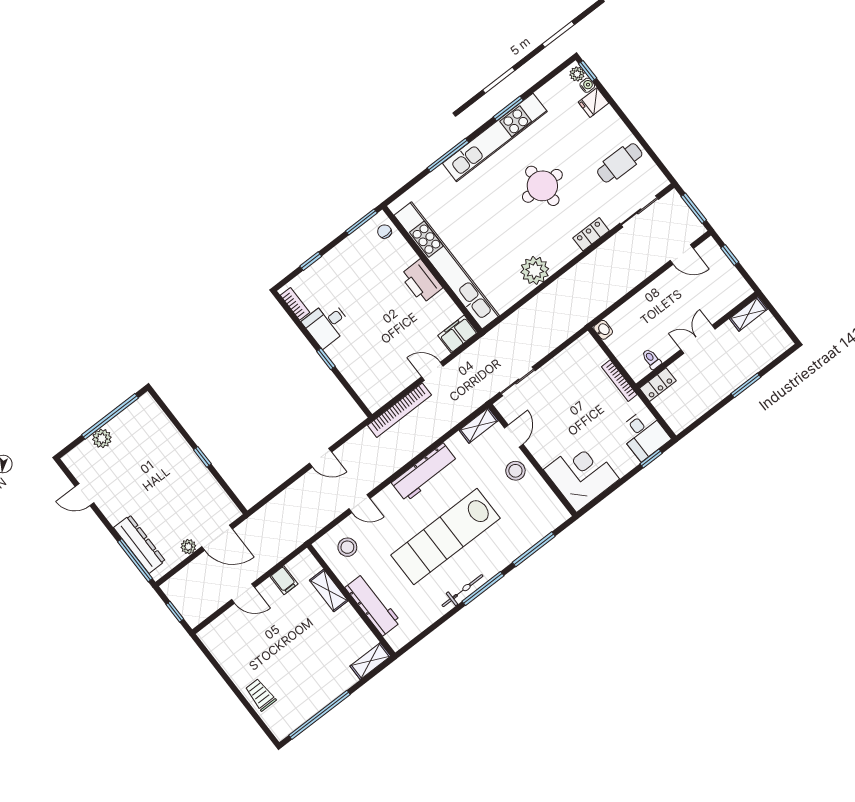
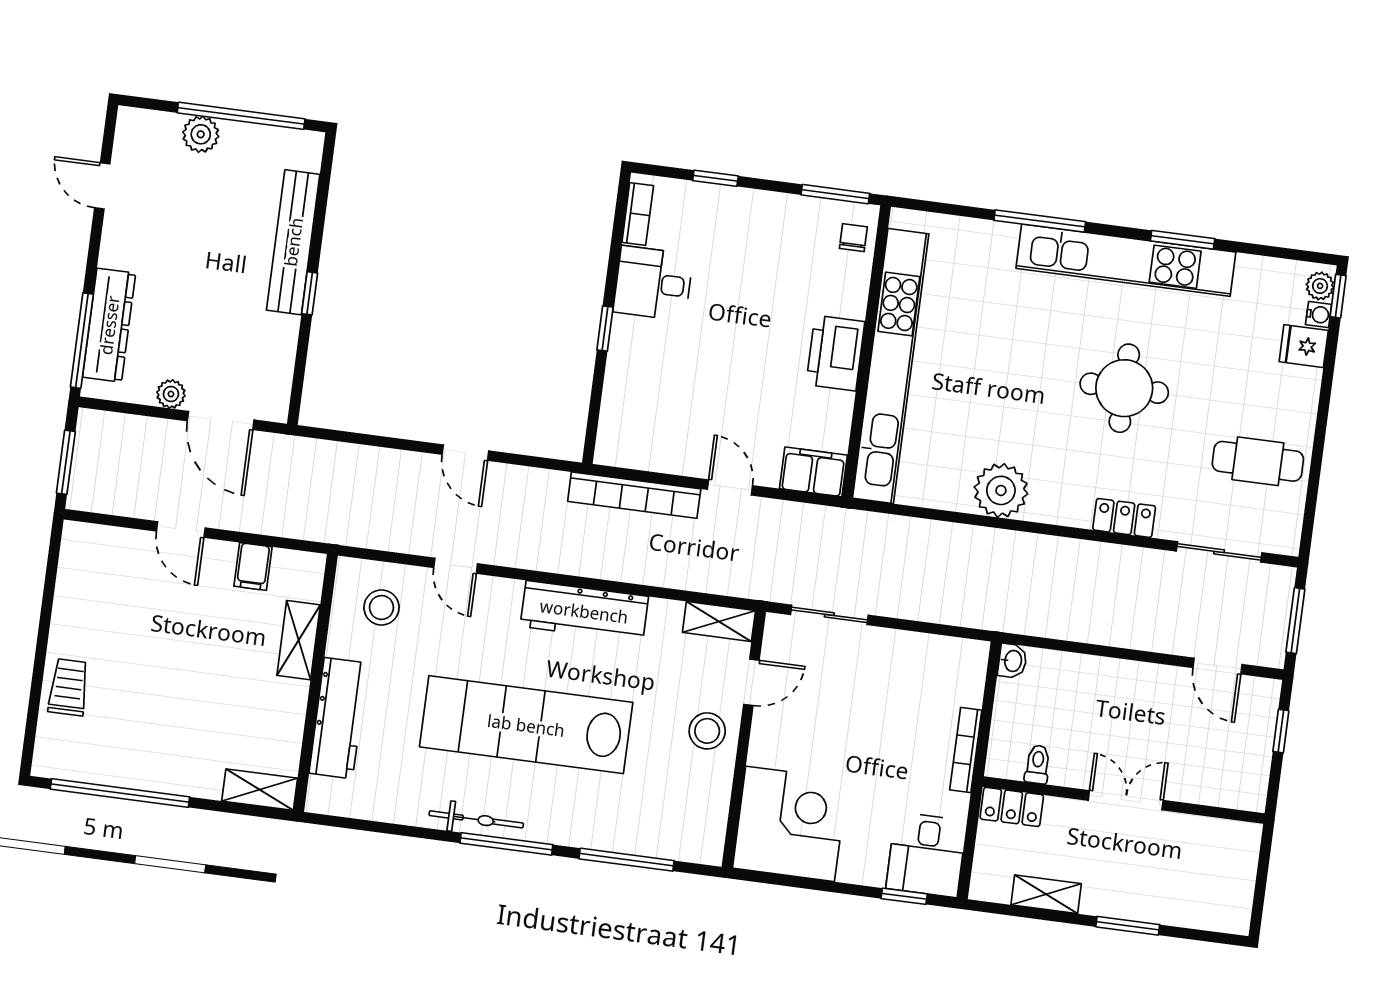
shelving: (748, 314) -> (1046, 894), moved
bench: (177, 444) -> (293, 242), added
window: (175, 612) -> (66, 462), width x1.50

